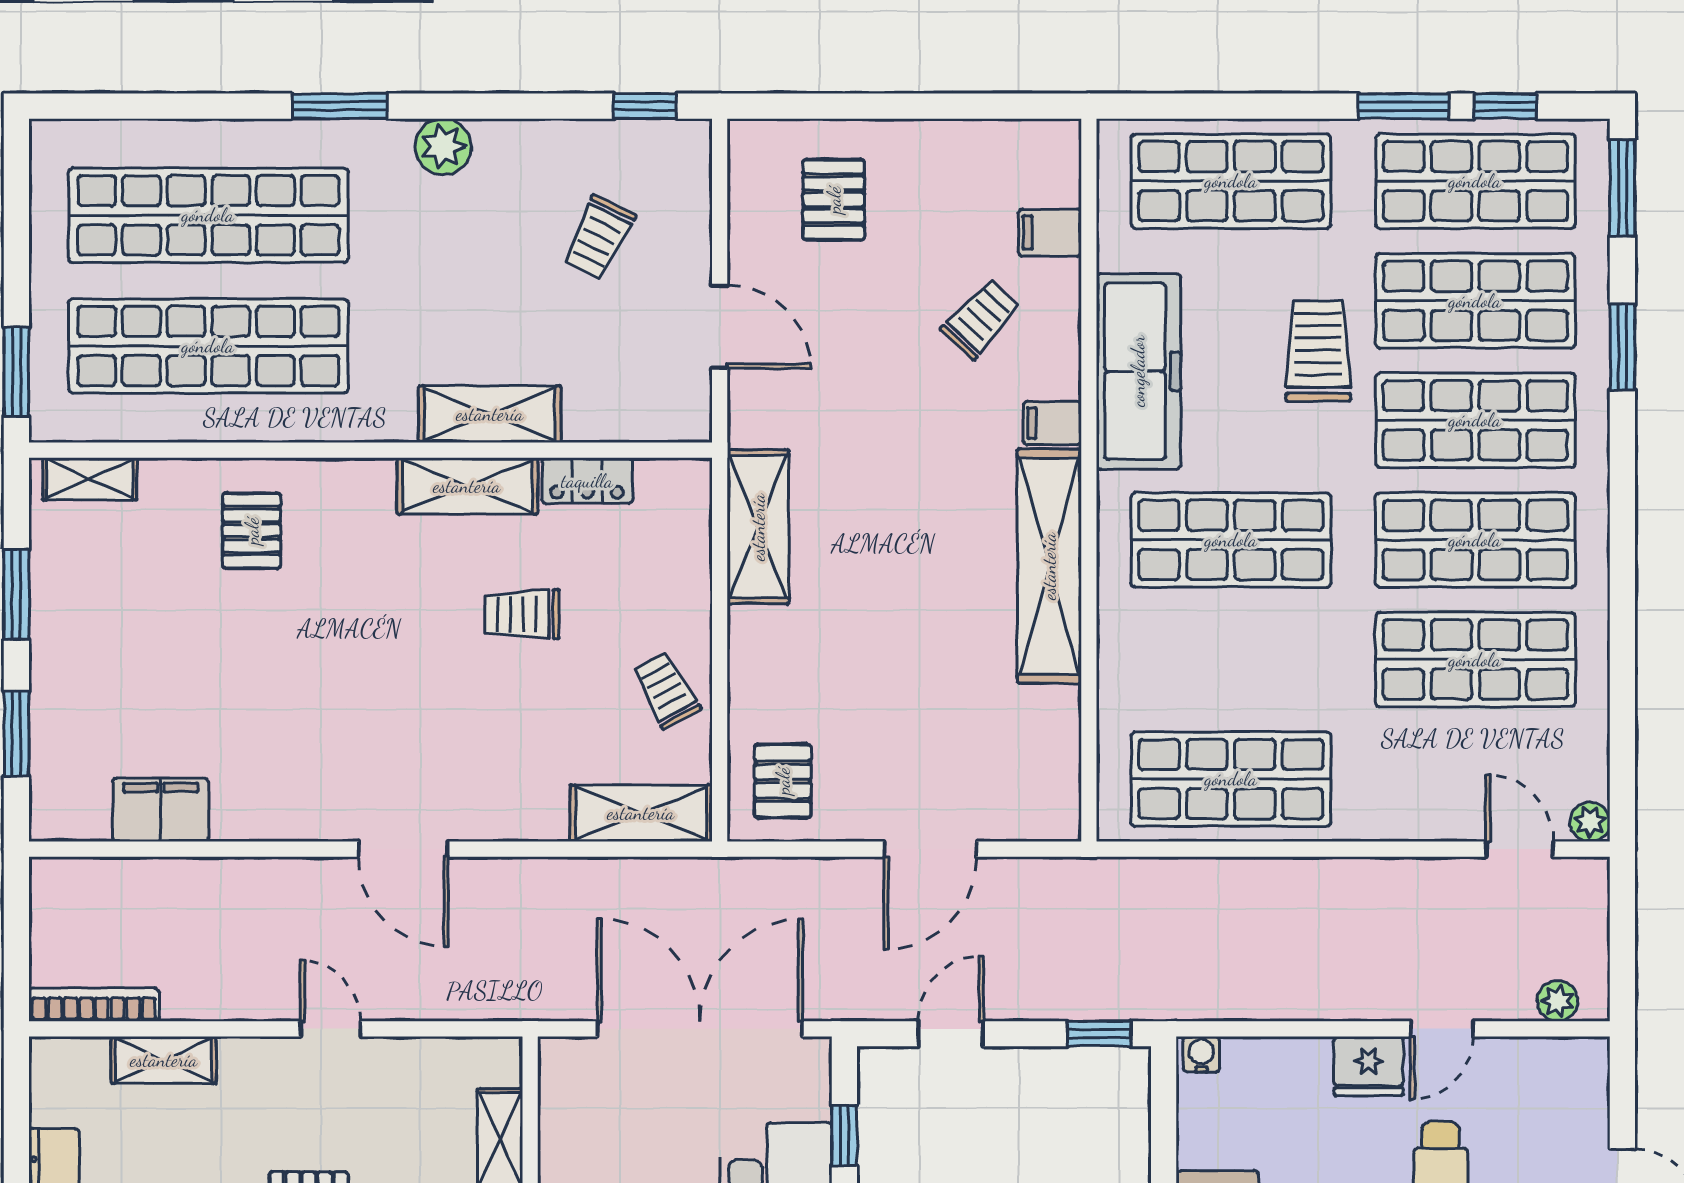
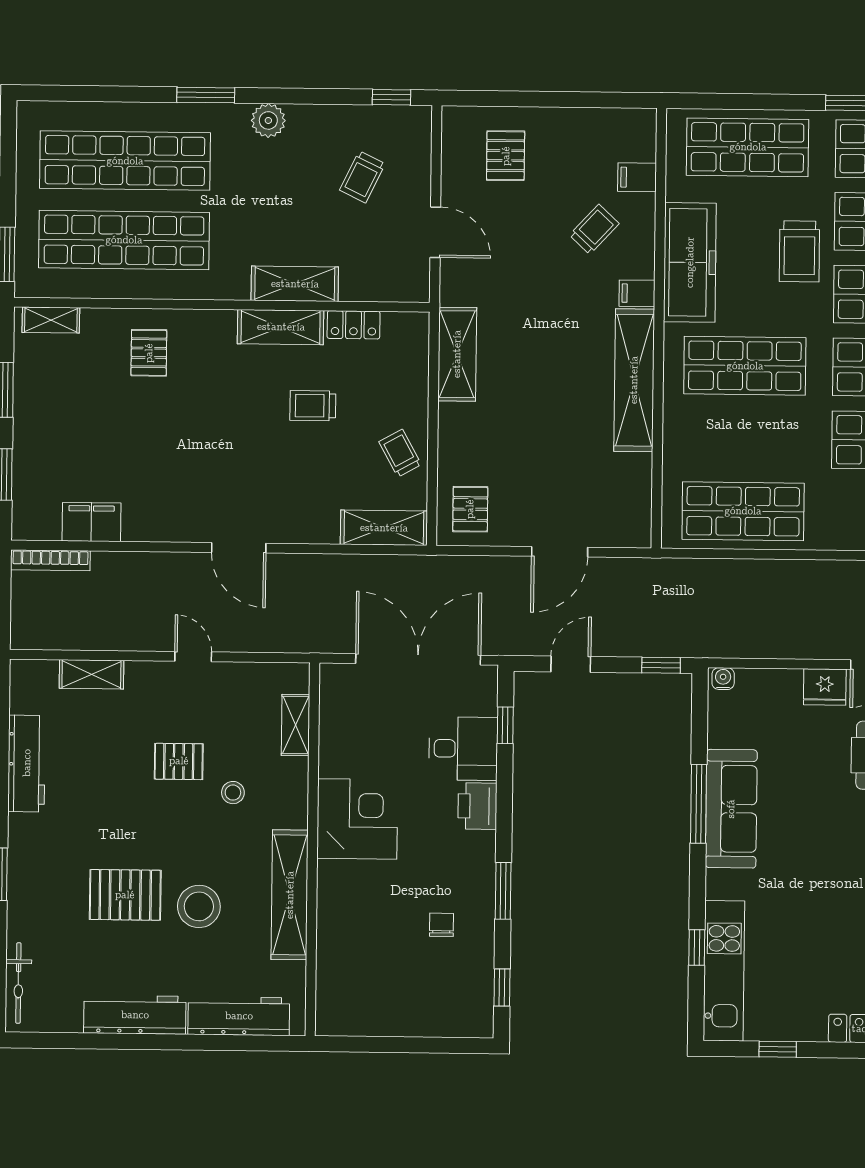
trolley: (1318, 351) -> (799, 251), turned 180
bookcase: (94, 1005) -> (50, 560), moved, turned 180

